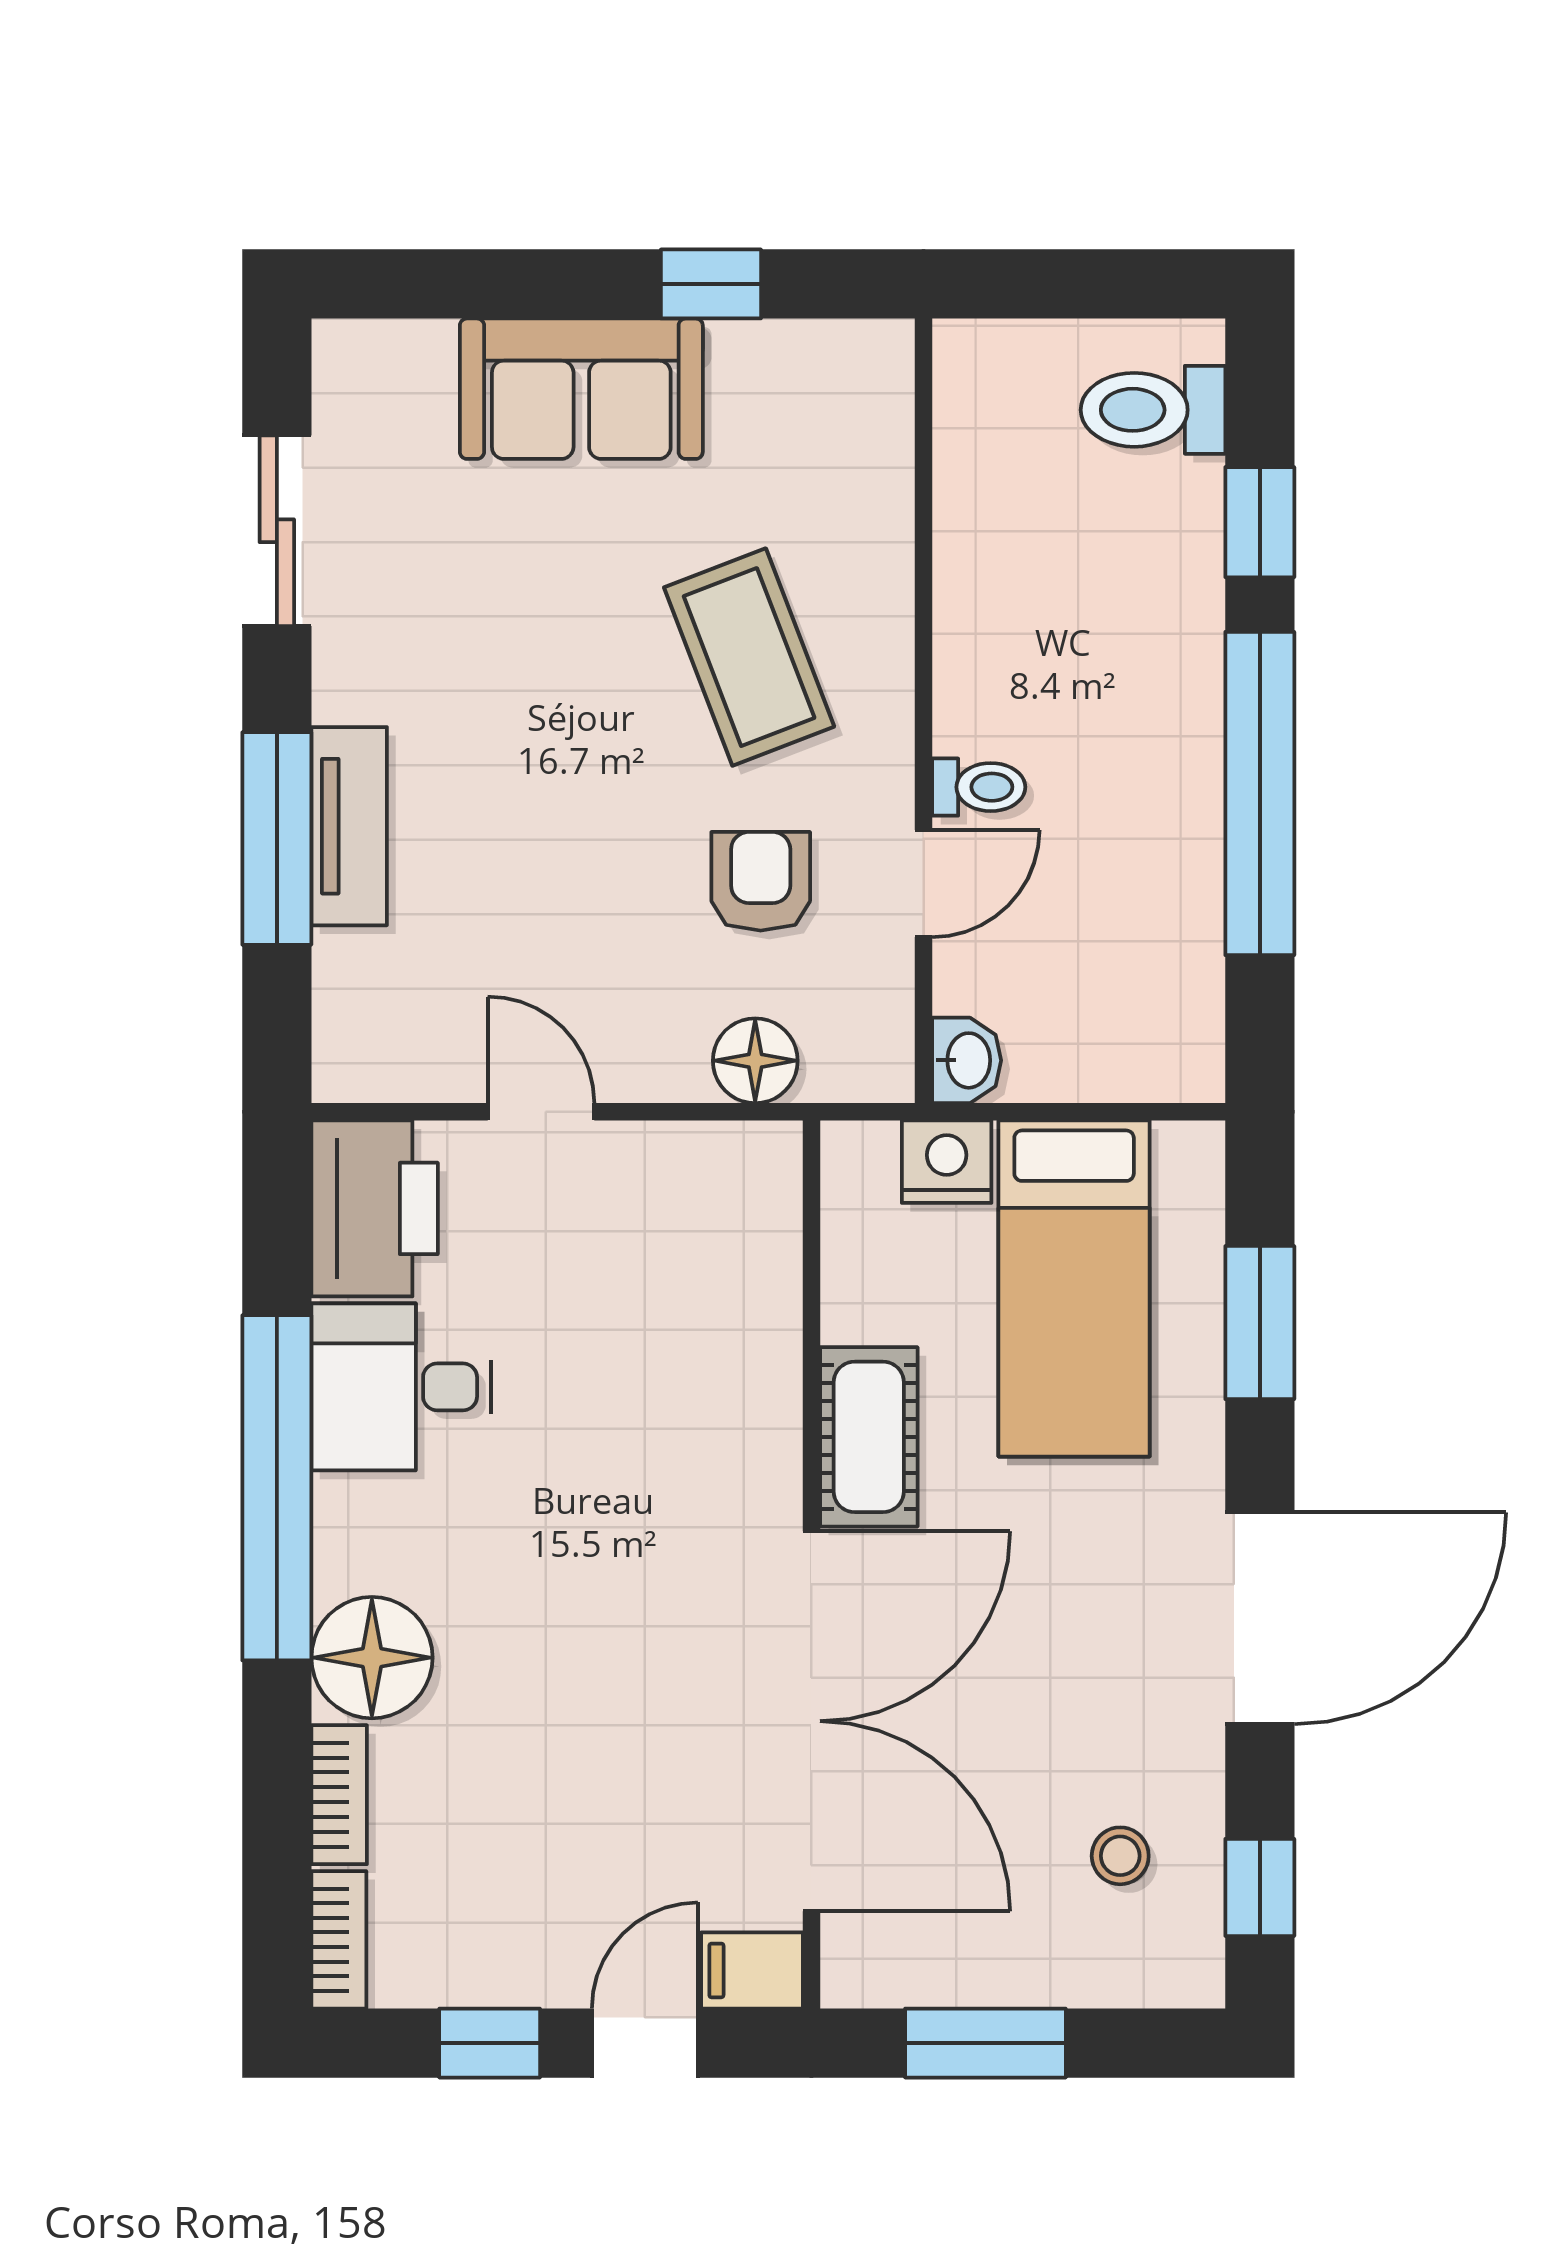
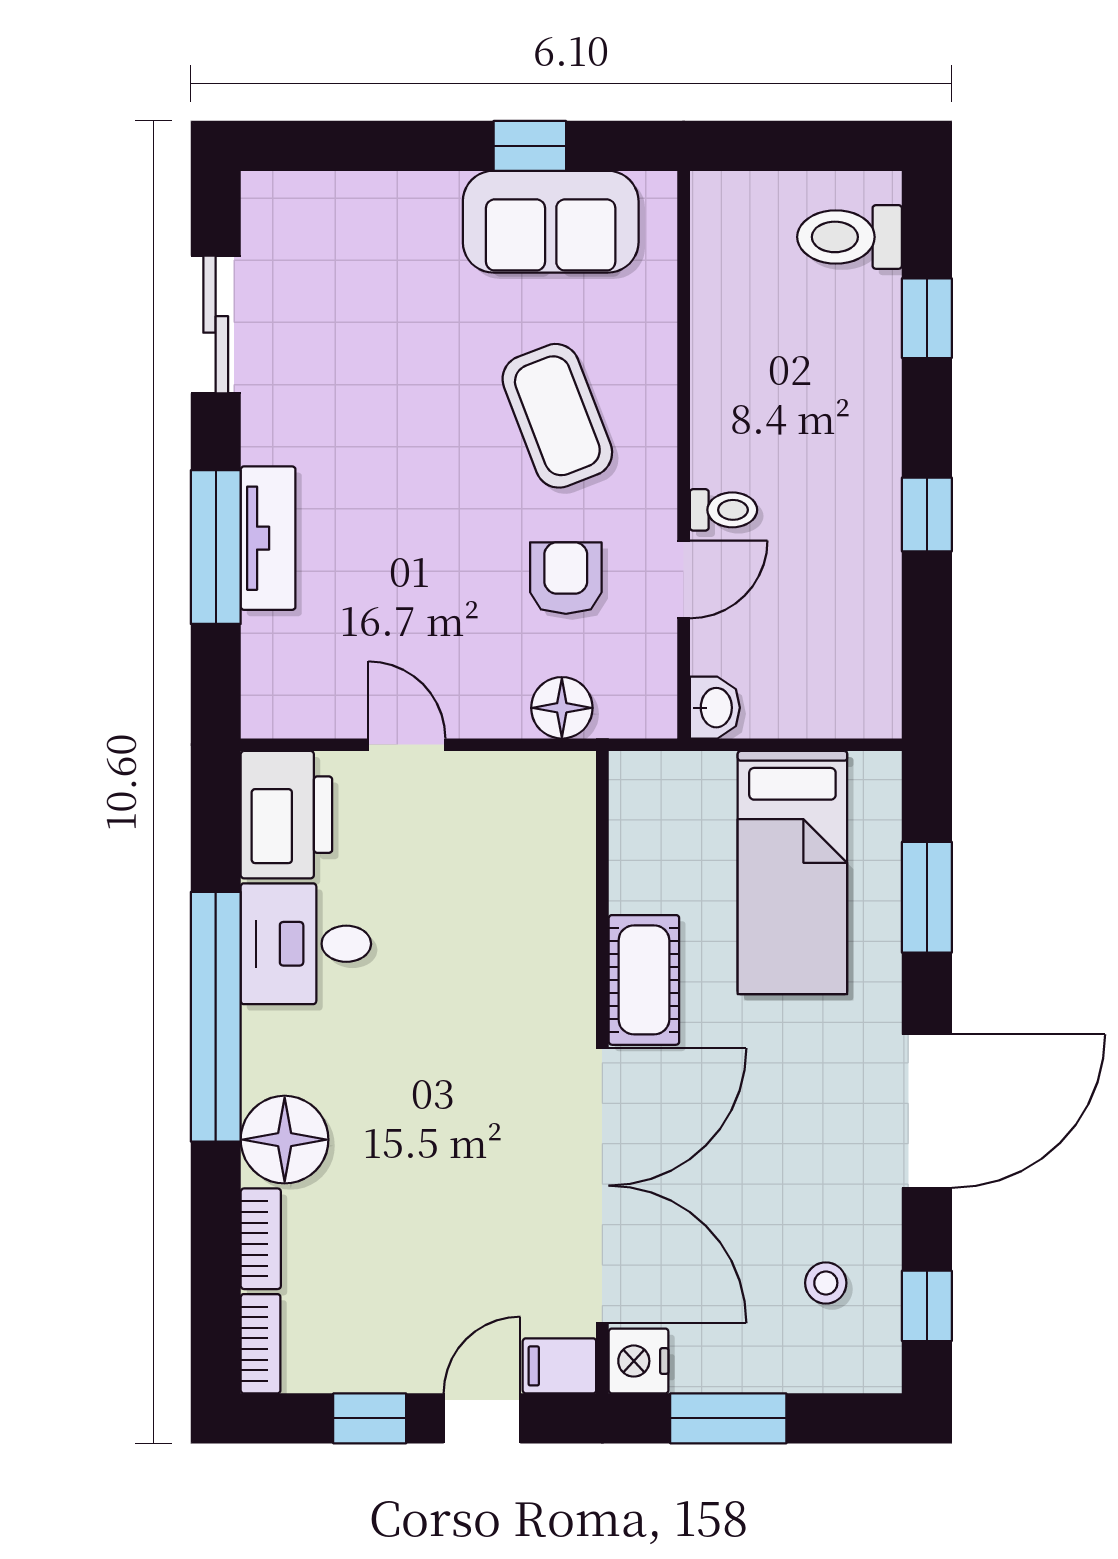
sofa: (581, 389) -> (551, 222), moved
window: (1260, 793) -> (927, 514), width x0.32
nightstand: (947, 1162) -> (639, 1361), moved, turned -90

